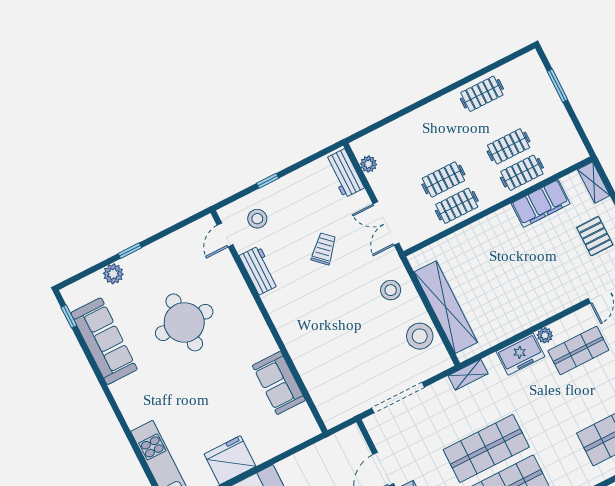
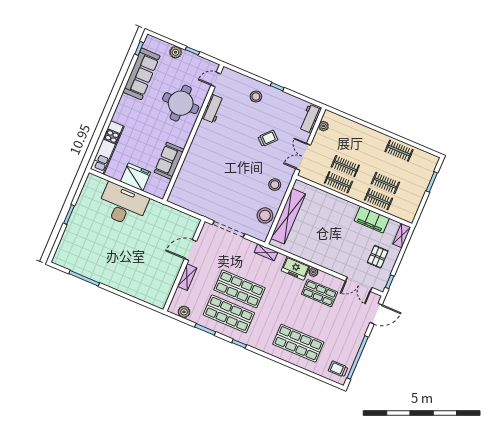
door: (225, 235) -> (216, 79), moved
workbench: (259, 270) -> (213, 109), moved
wall: (269, 322) -> (193, 133), moved
sofa: (279, 383) -> (169, 161), moved

